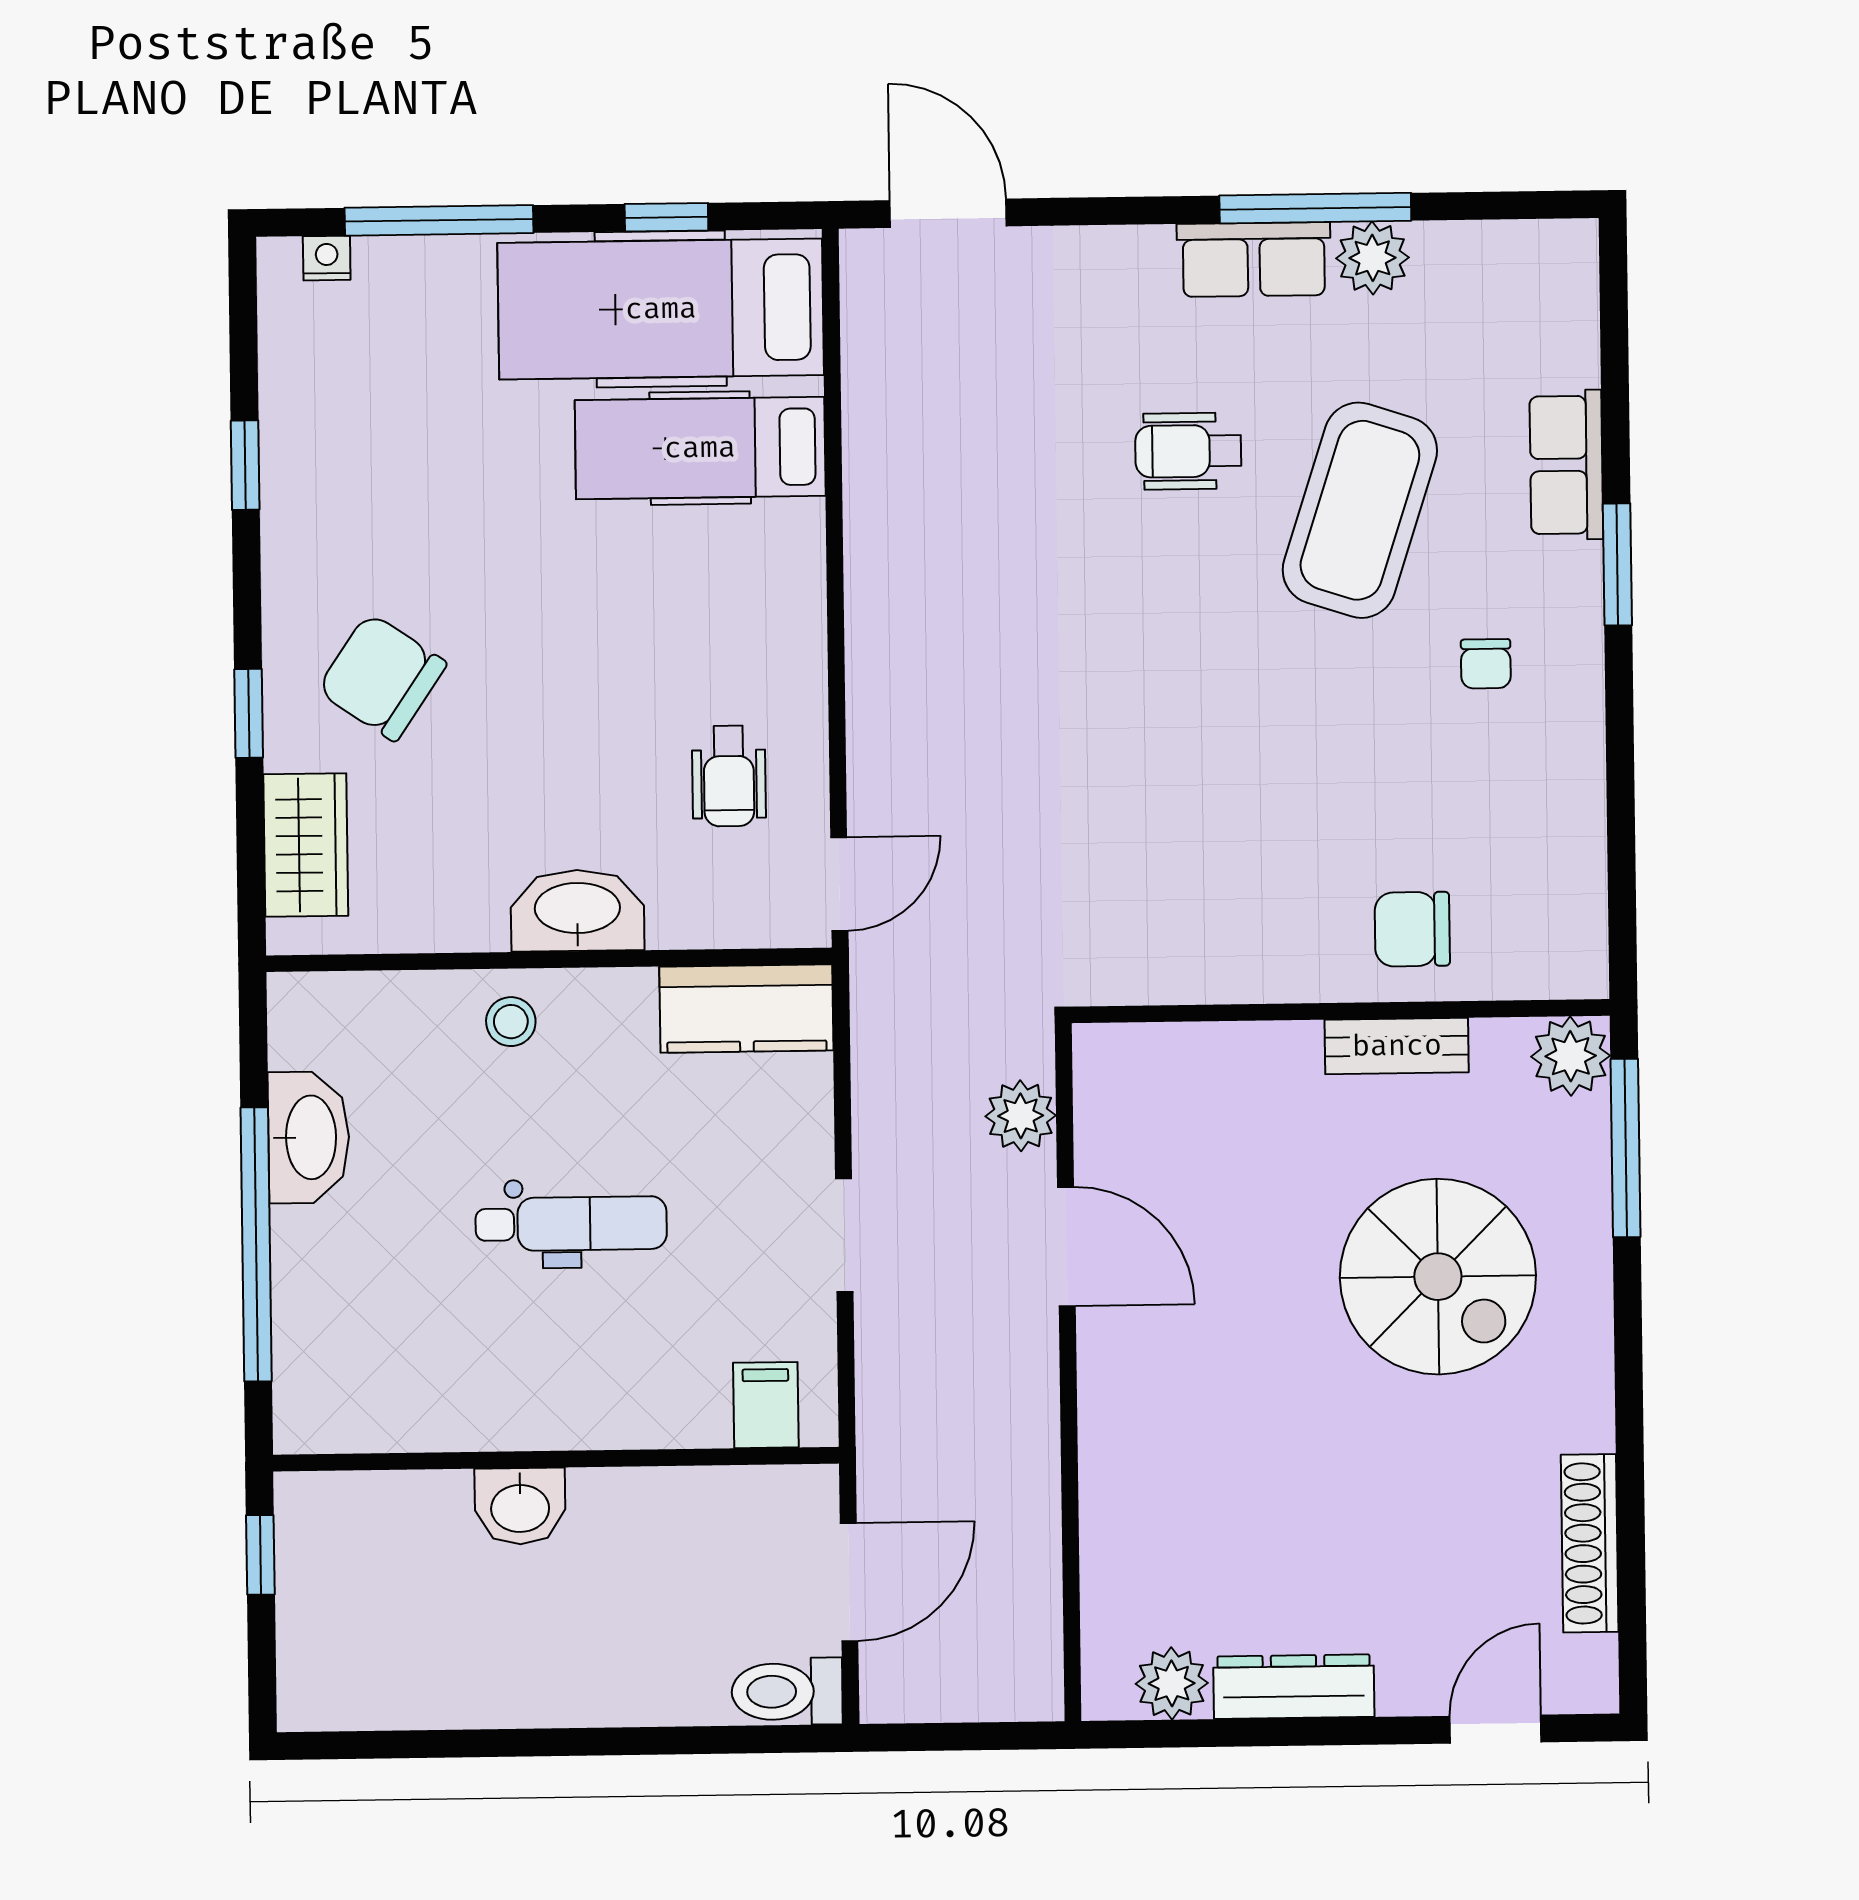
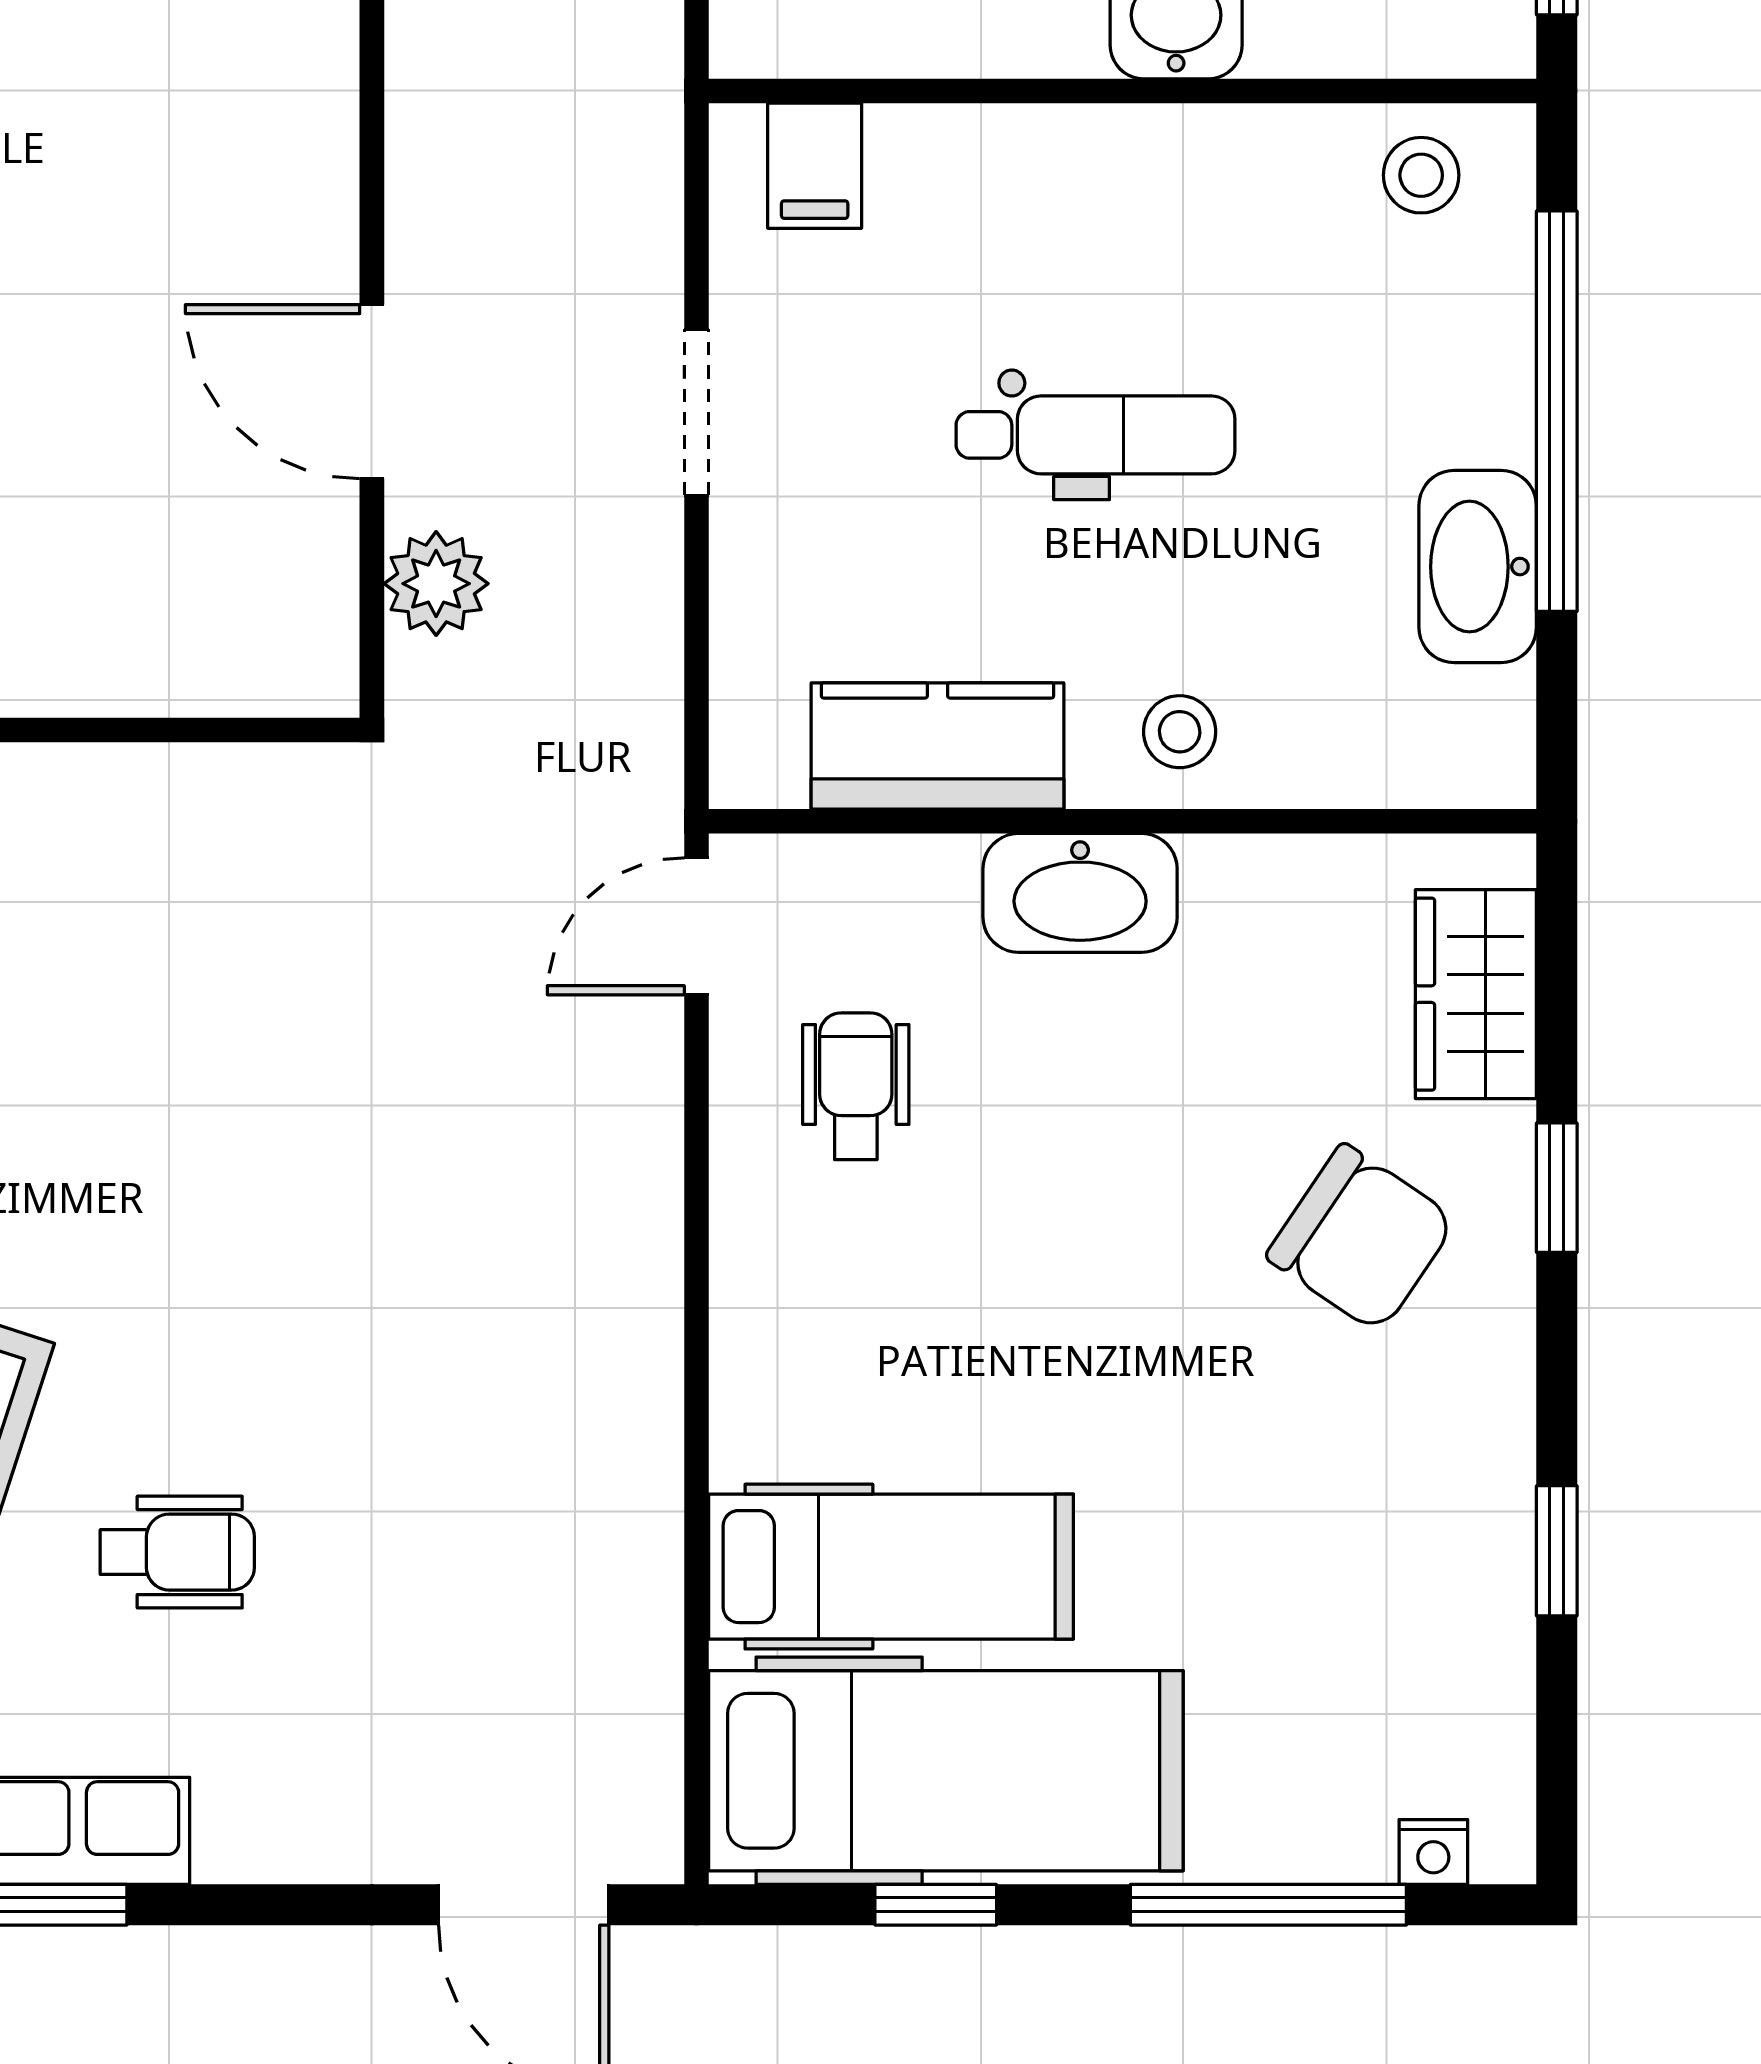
kitchen counter: (746, 1009) -> (938, 746), moved
dental chair: (571, 1224) -> (1096, 435), turned 180
stool: (351, 1404) -> (1421, 175), added

